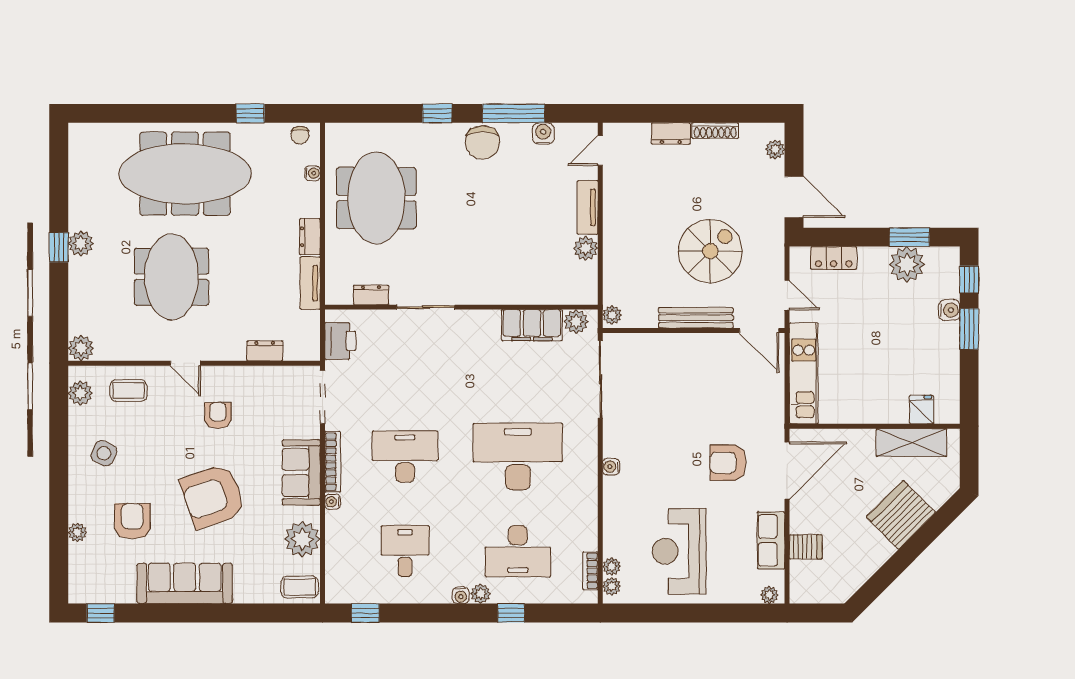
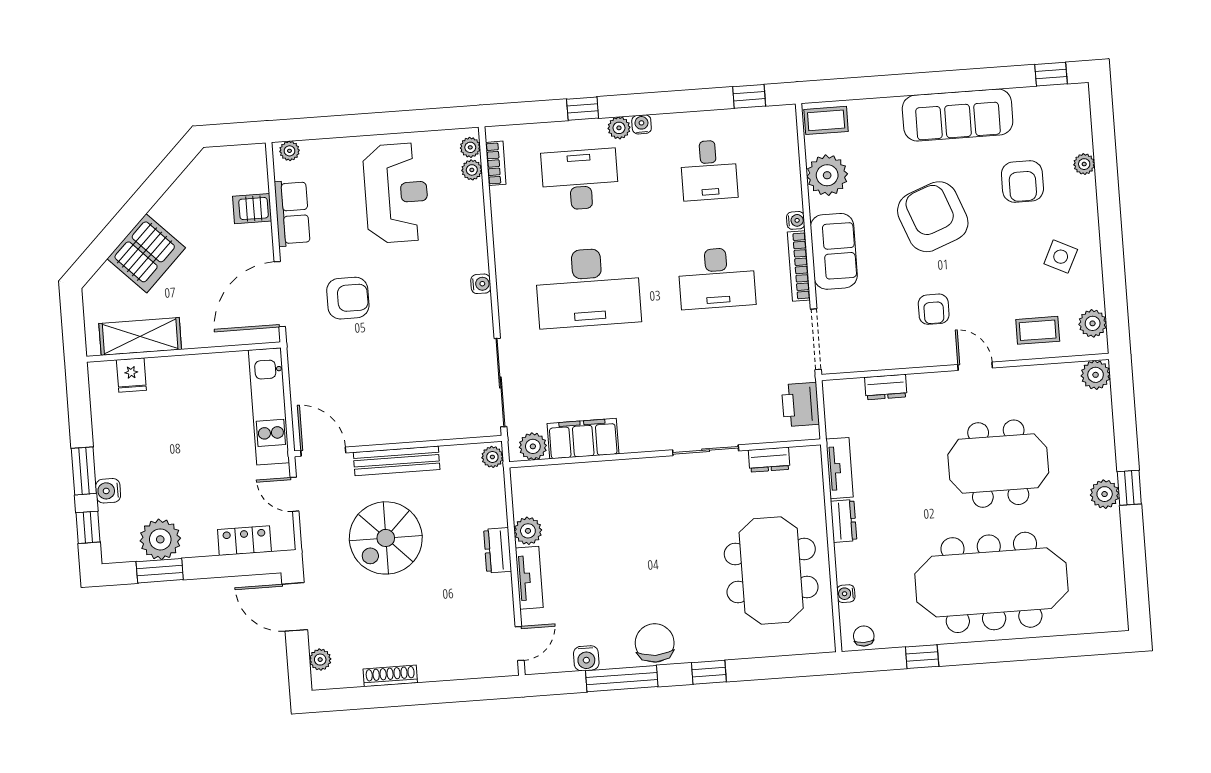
dresser: (671, 134) -> (498, 550), moved, turned -90
meeting table: (171, 277) -> (998, 464), turned 90
armchair: (213, 496) -> (933, 217), turned -92

